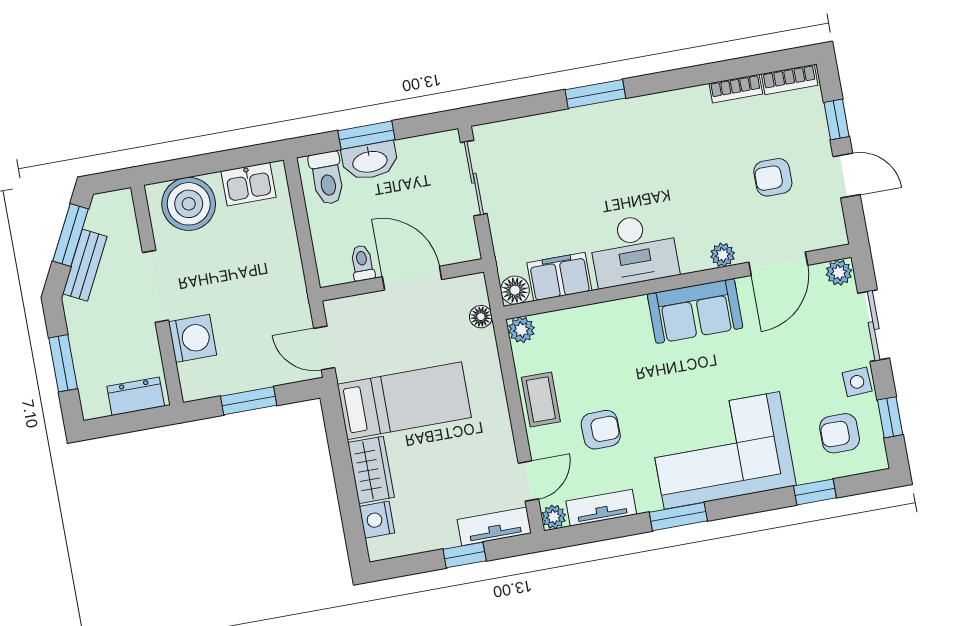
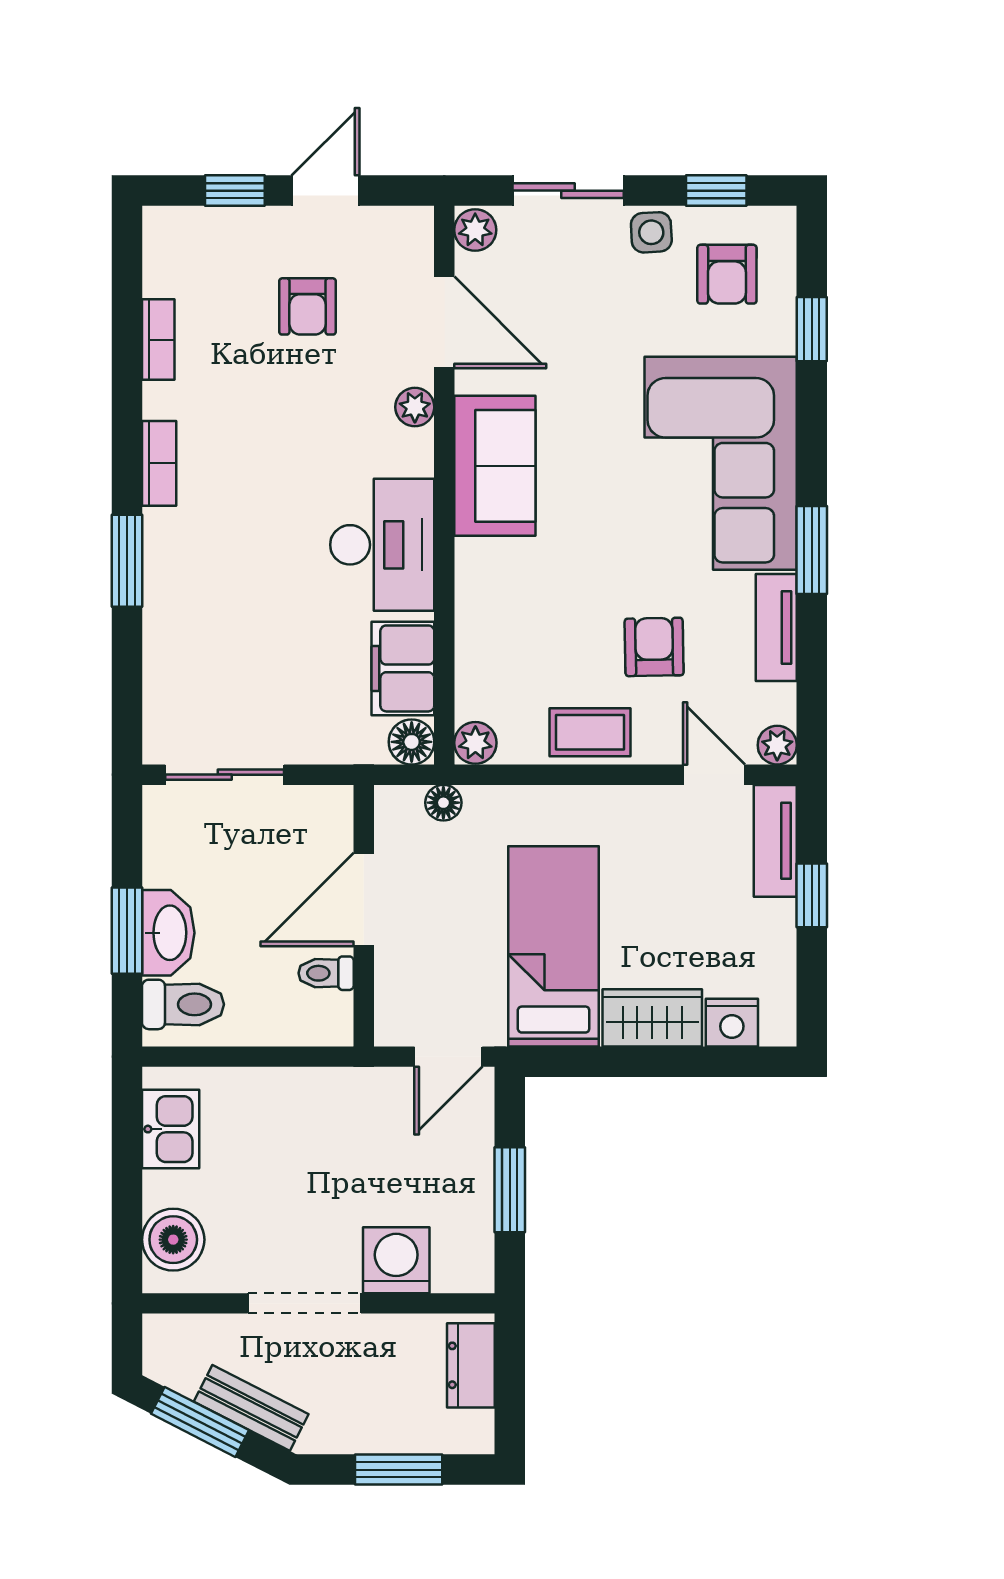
bookcase: (790, 79) -> (159, 463), moved
boiler: (189, 204) -> (173, 1240), width x0.73, depth x0.73
tv unit: (601, 508) -> (776, 628), moved

